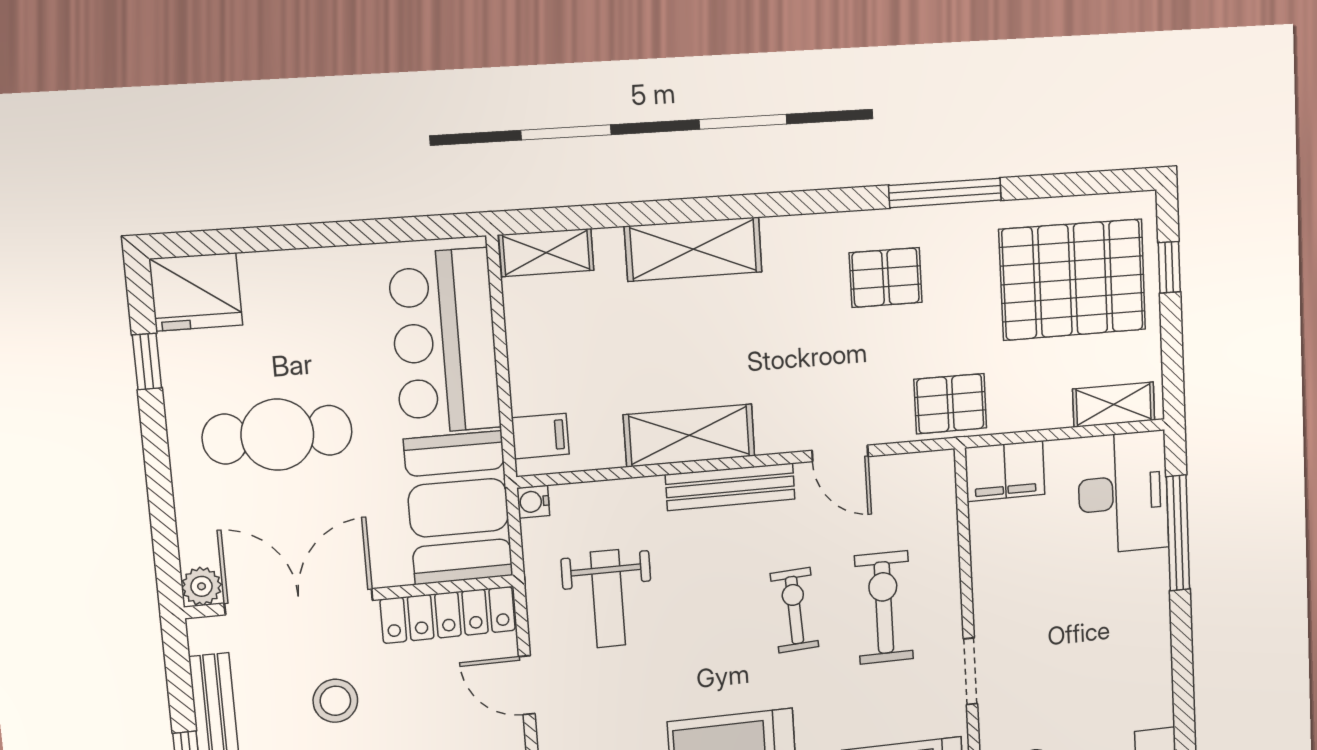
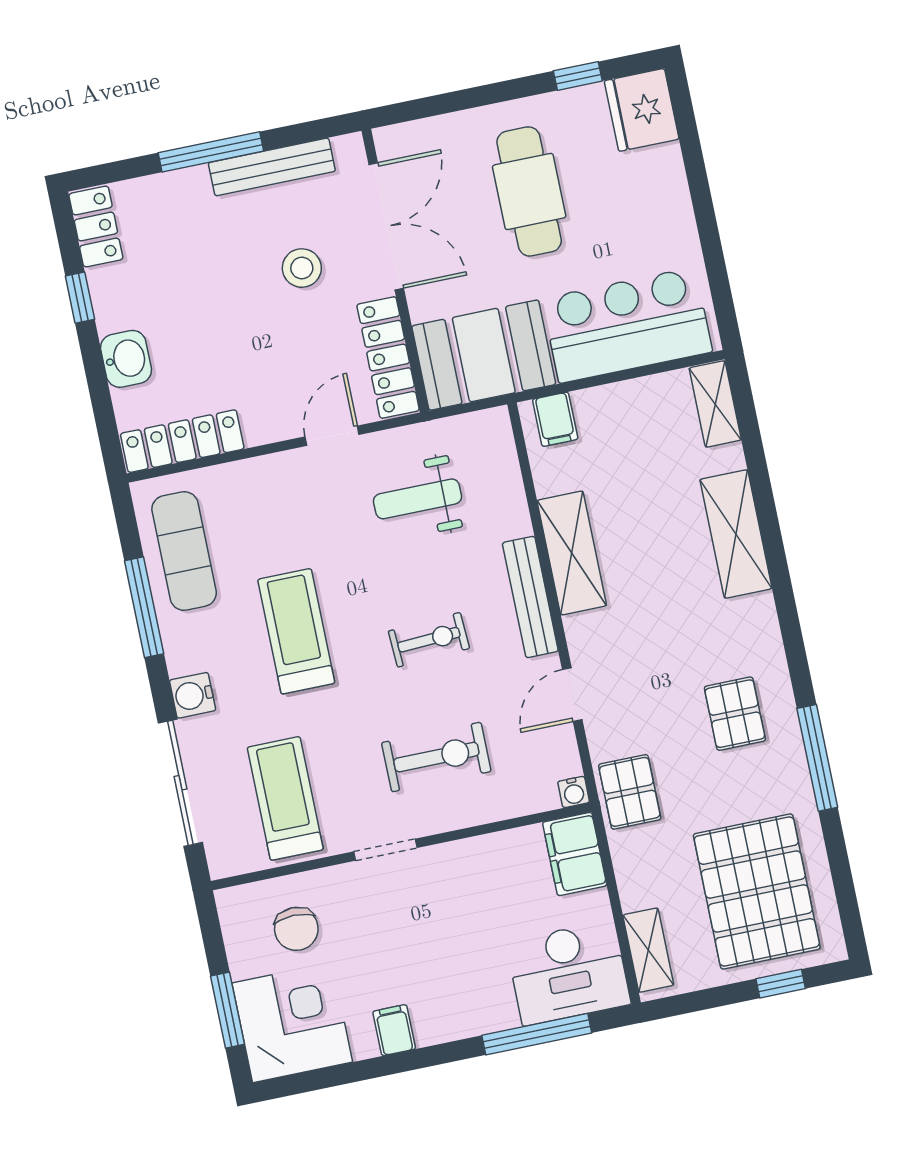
water cooler: (533, 502) -> (574, 792), moved, turned 180
plant: (201, 586) -> (391, 142), removed
exercise bike: (794, 610) -> (429, 640), moved
filing cabinet: (1151, 681) -> (394, 1030), added

